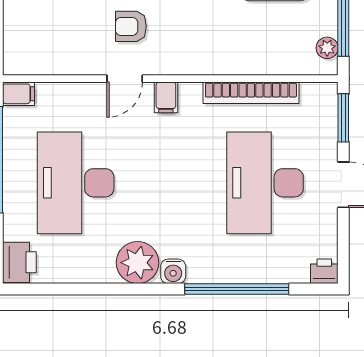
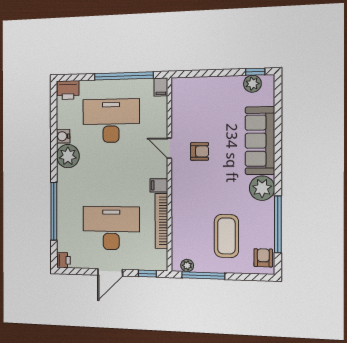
armchair: (131, 26) -> (200, 151), turned 90
filing cabinet: (166, 97) -> (159, 185), moved
window: (343, 118) -> (147, 274), width x0.67
water cooler: (173, 271) -> (63, 136), moved

